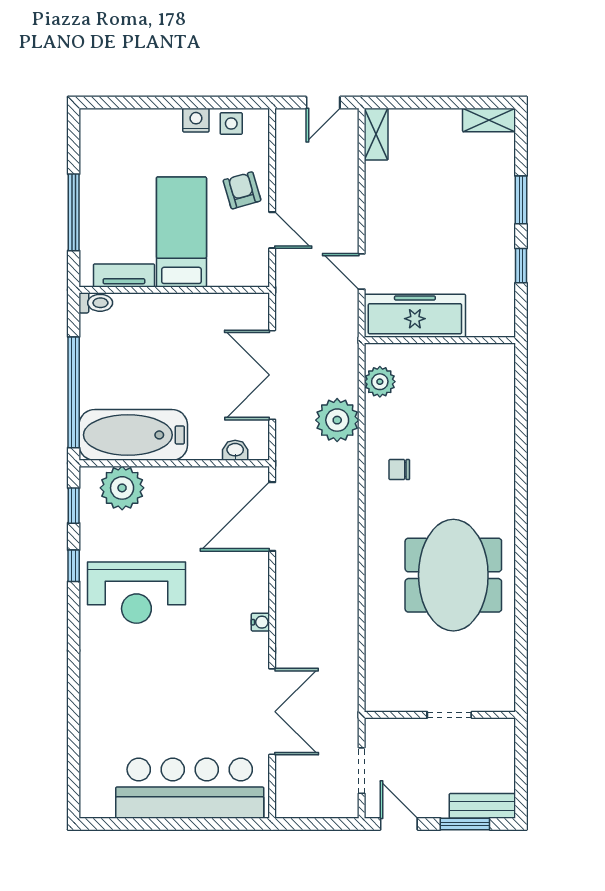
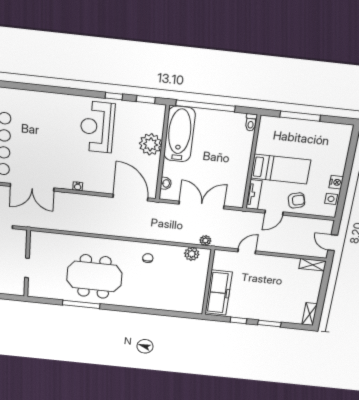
tv unit: (124, 275) -> (254, 195), moved
freezer: (415, 316) -> (219, 293), moved
plant: (337, 420) -> (205, 241), moved, width x0.53, depth x0.53
plant: (122, 488) -> (151, 144), moved
window: (521, 598) -> (81, 304), added

